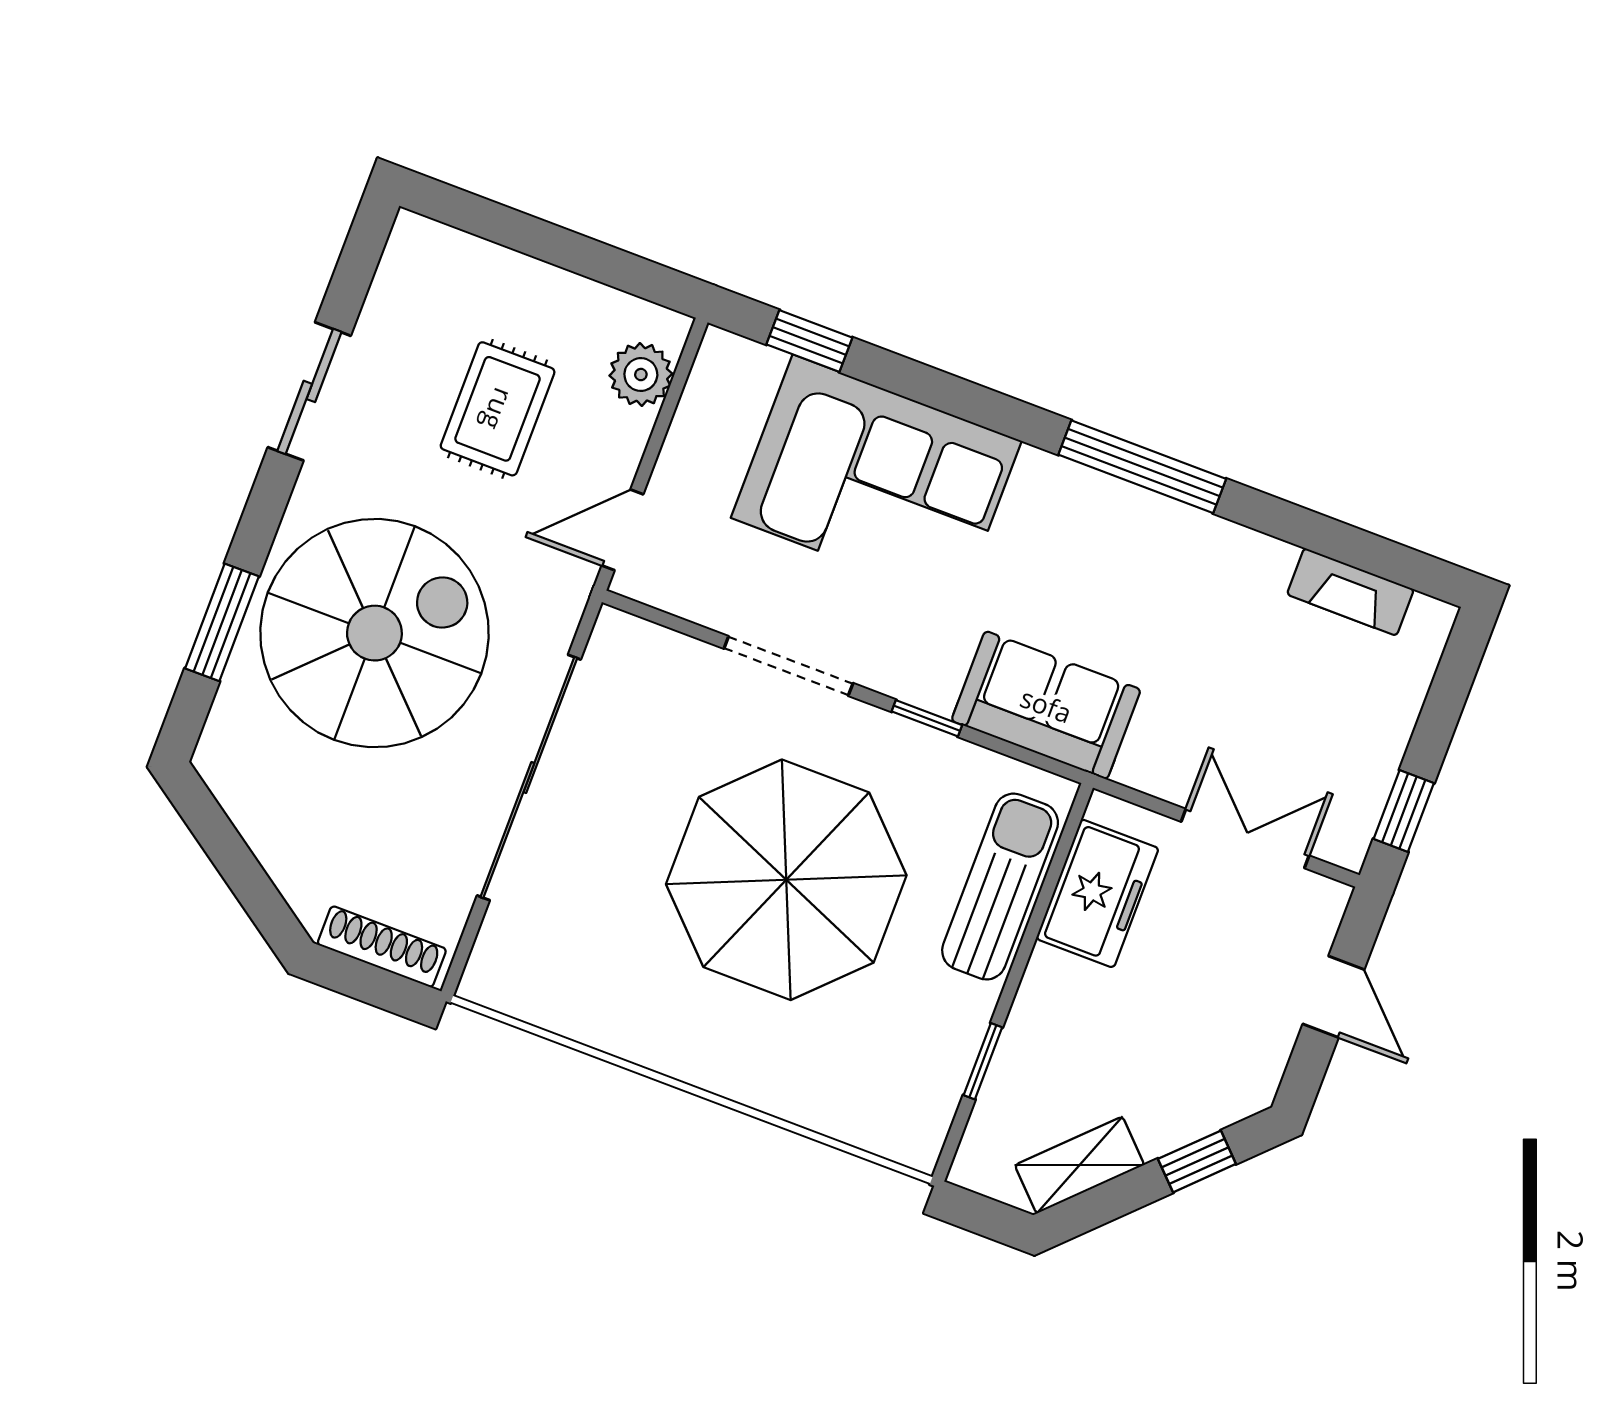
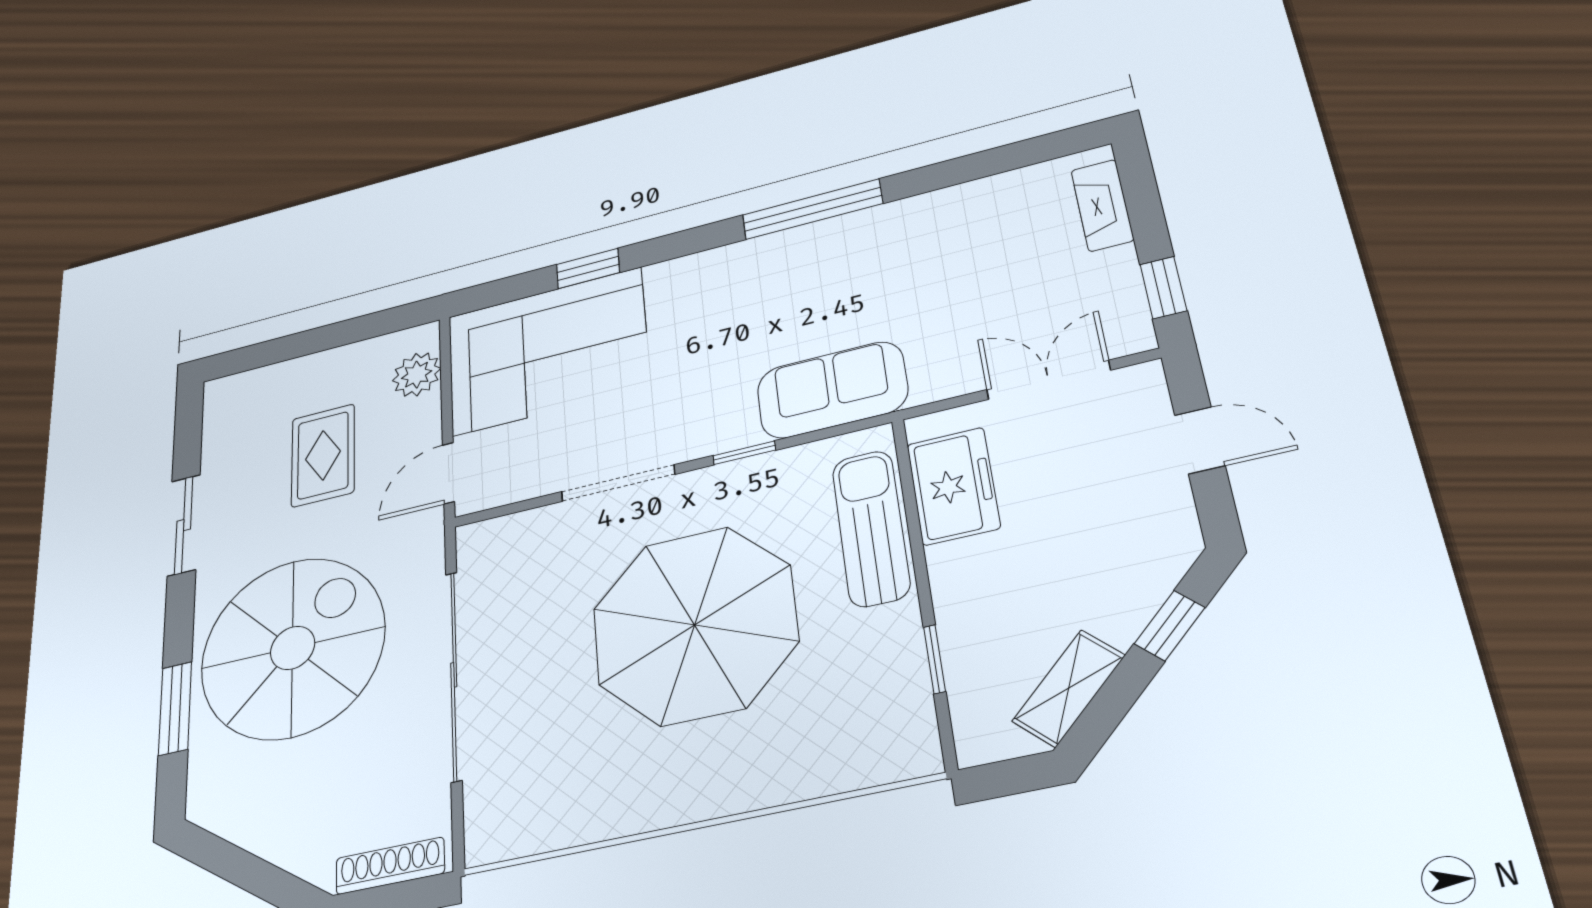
window: (809, 341) -> (588, 268), moved
corner sofa: (876, 479) -> (547, 351), moved
fireplace: (1350, 592) -> (1102, 205), moved, turned 90

